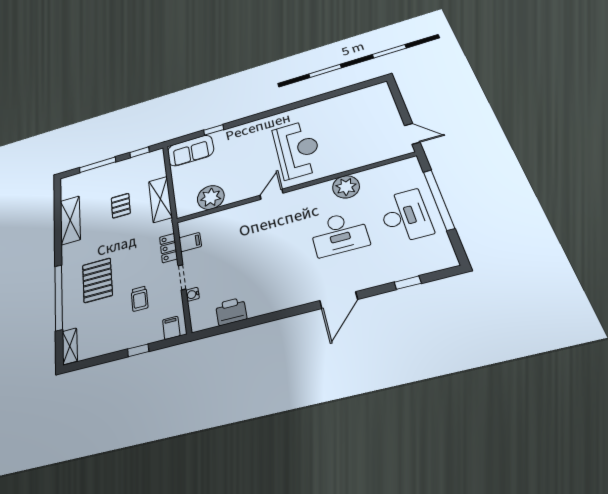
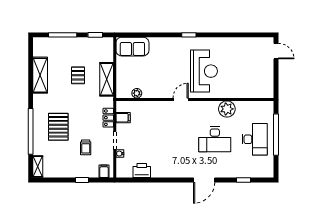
window: (214, 130) -> (189, 35), moved
door: (412, 134) -> (276, 51), moved
plant: (211, 197) -> (137, 93), width x0.53, depth x0.53

